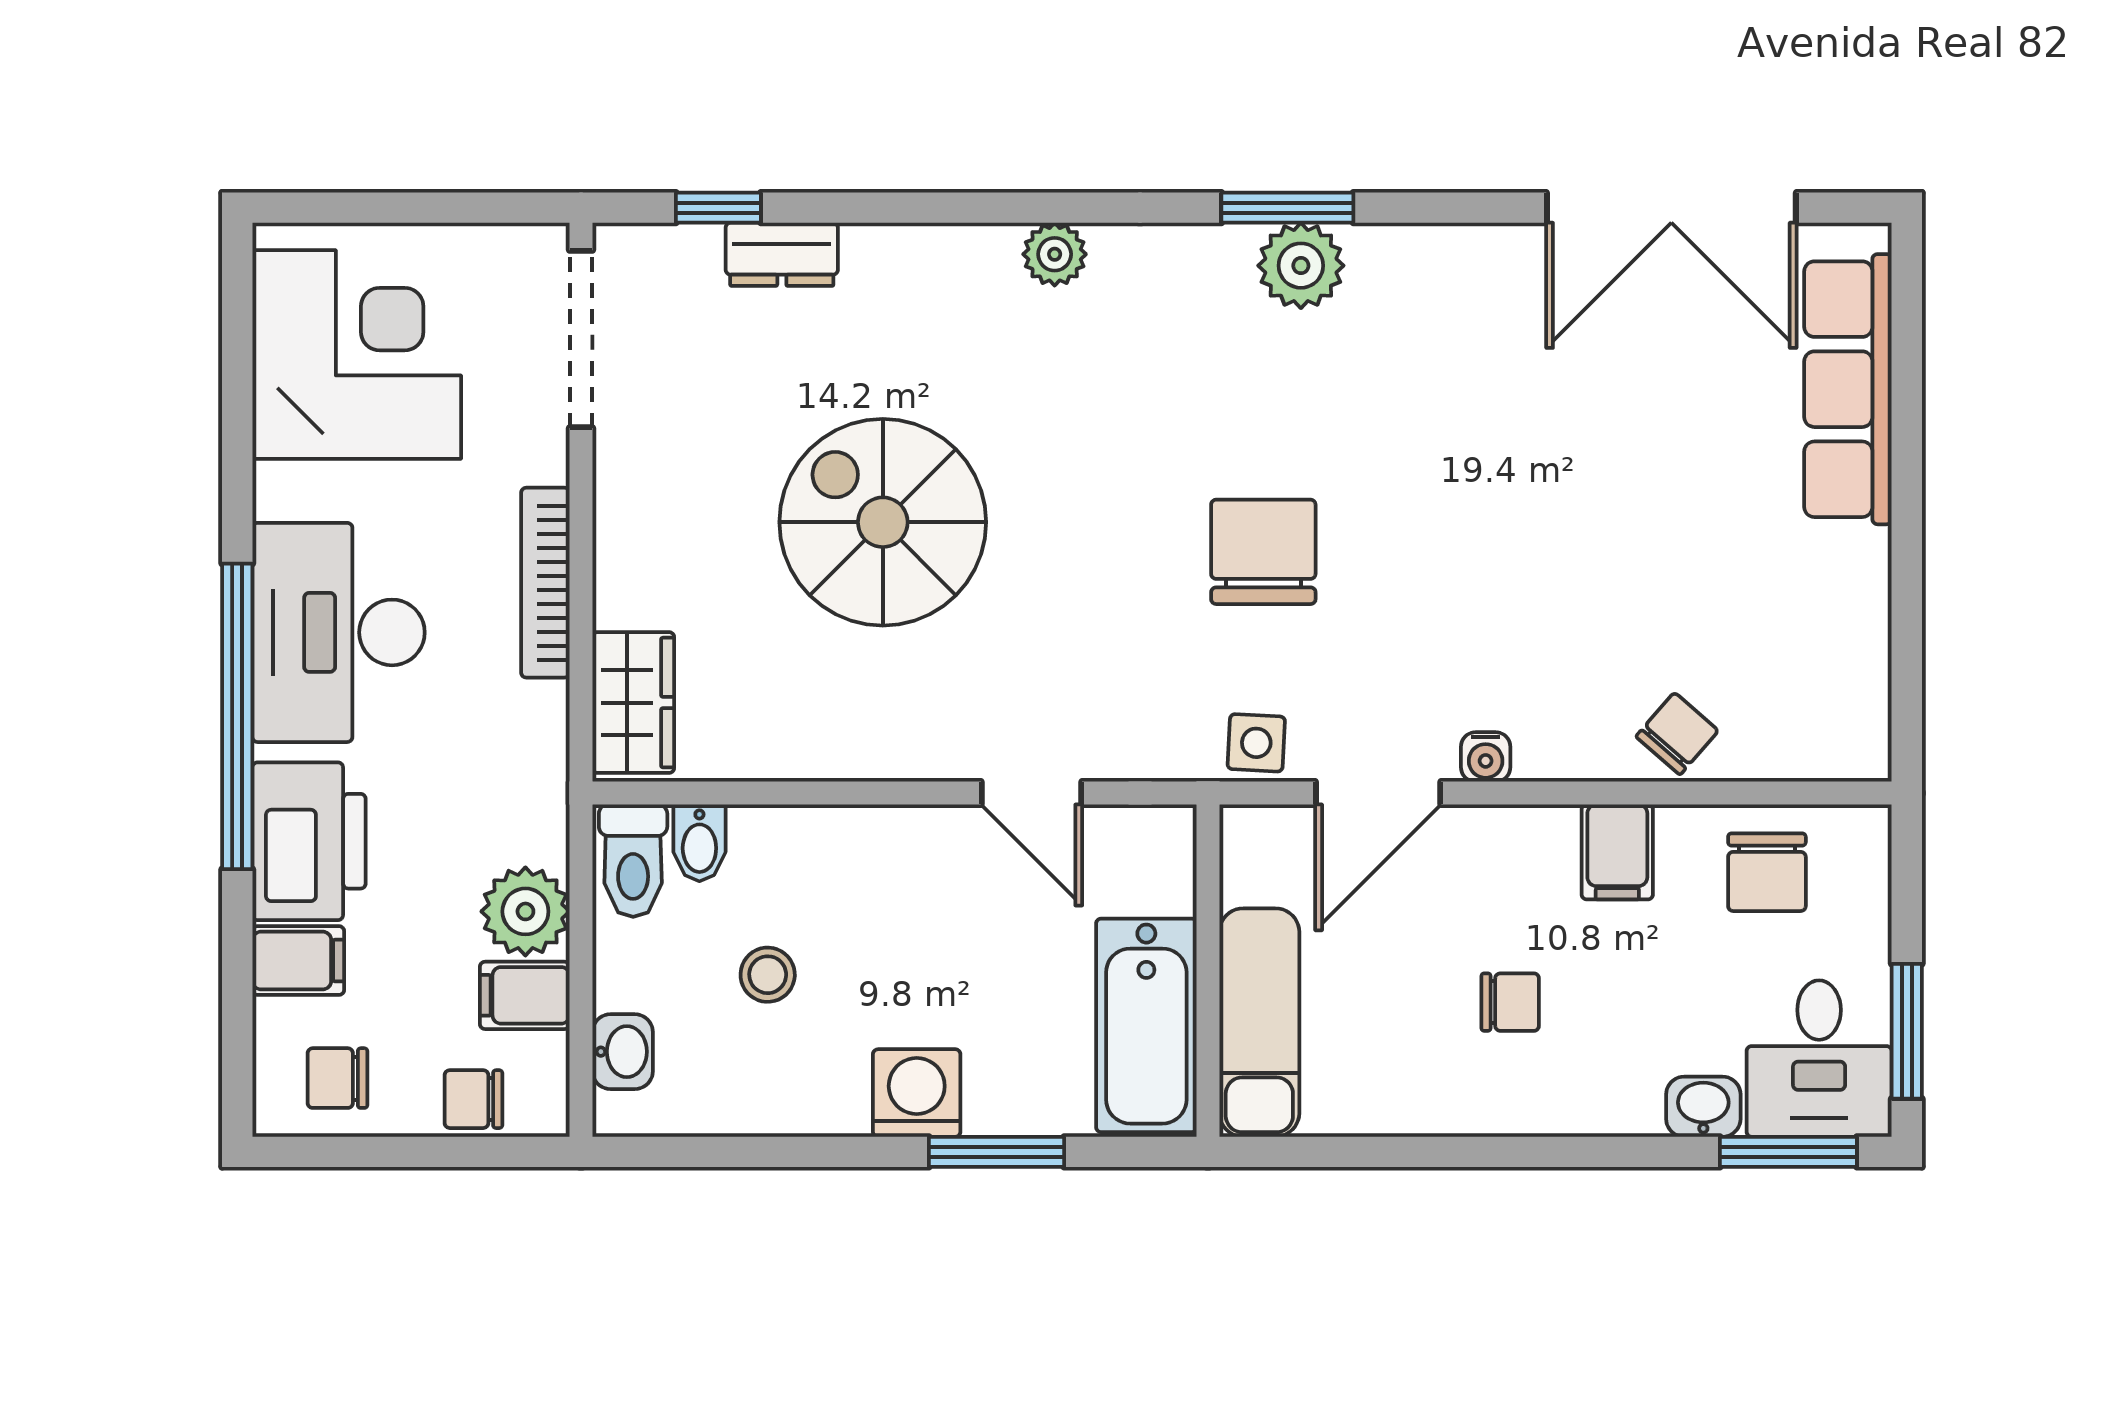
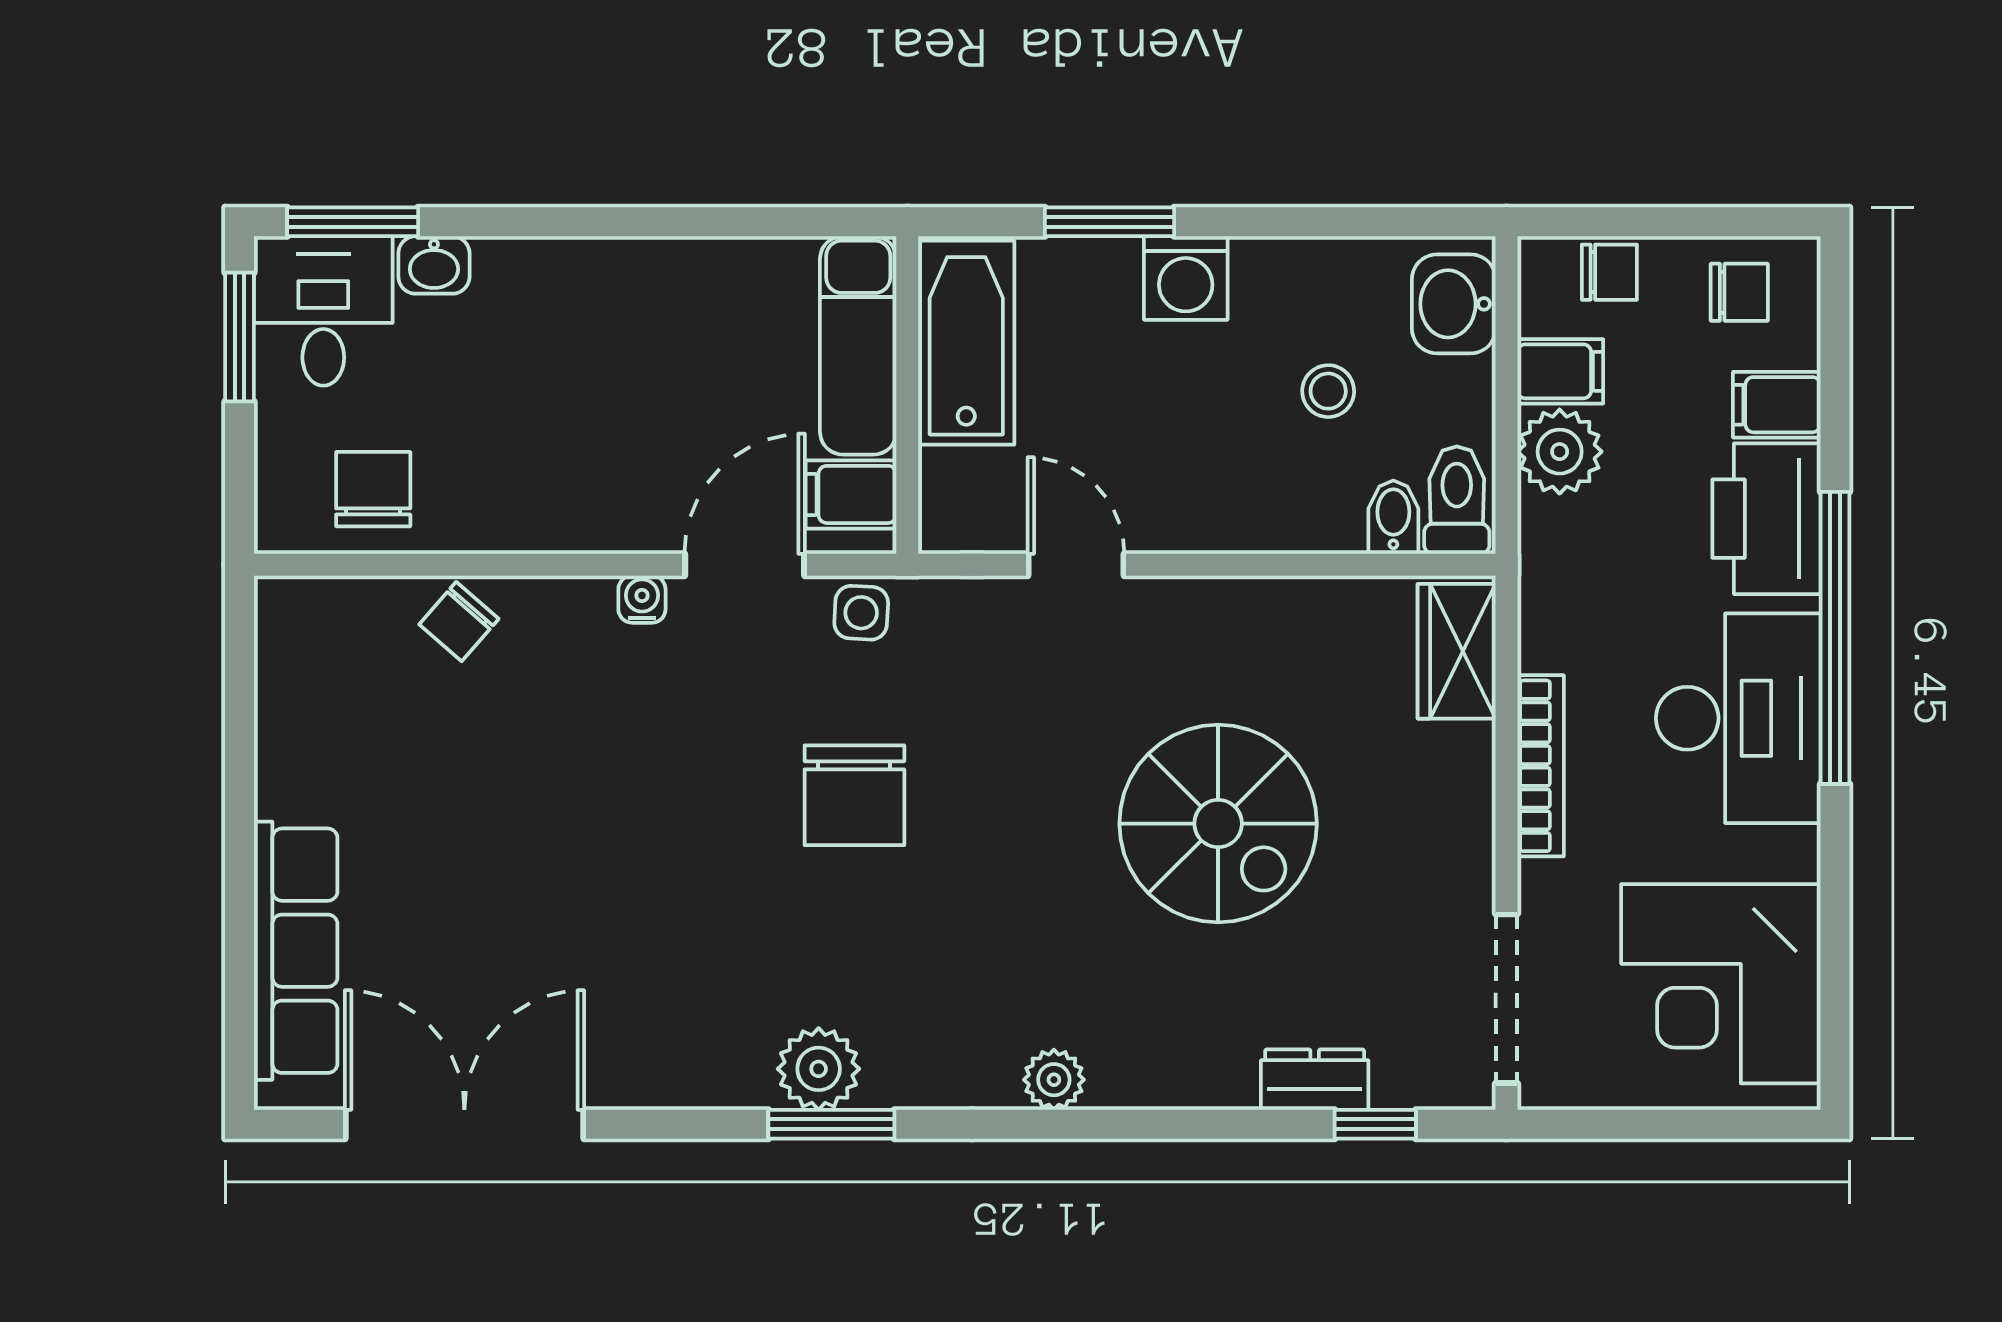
filing cabinet: (1617, 852) -> (851, 494), moved, turned -90
chair: (1510, 1002) -> (619, 365), removed
washbasin: (623, 1052) -> (1454, 304), width x1.38, depth x1.45

